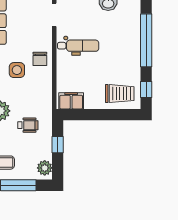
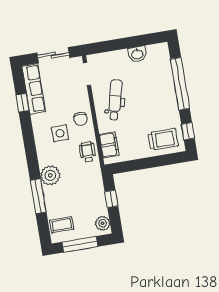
dental chair: (78, 46) -> (115, 100), turned -76
filing cabinet: (71, 101) -> (109, 145), moved, turned 90
wheelchair: (28, 125) -> (87, 152), moved, turned -90

